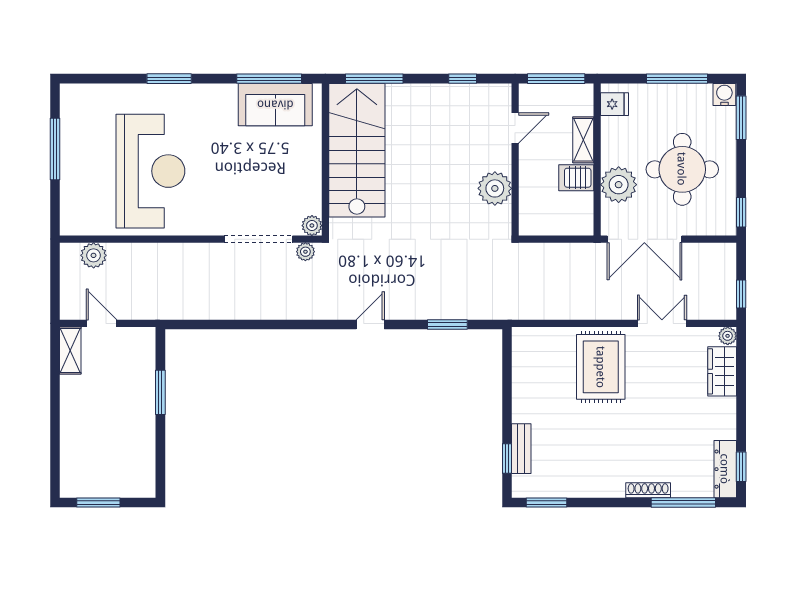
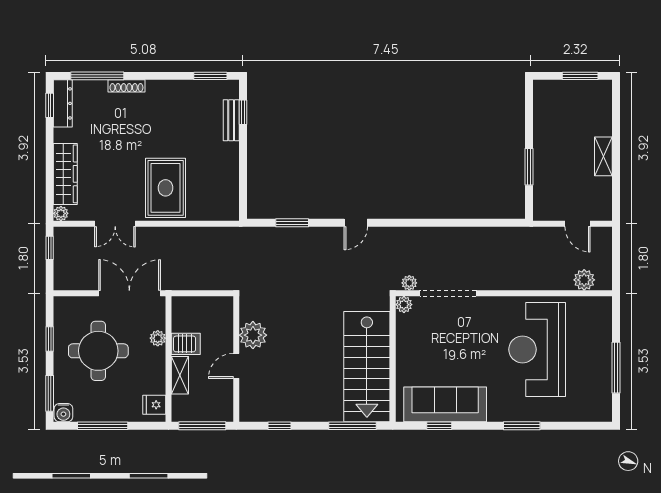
window: (269, 79) -> (439, 426), width x0.46
sofa: (275, 105) -> (445, 404), width x1.36
door: (515, 128) -> (236, 366), moved
plant: (619, 185) -> (158, 338), width x0.53, depth x0.53
window: (741, 212) -> (50, 339), moved
shelving: (70, 351) -> (603, 156), moved
wardrobe: (722, 371) -> (65, 174), width x1.50

